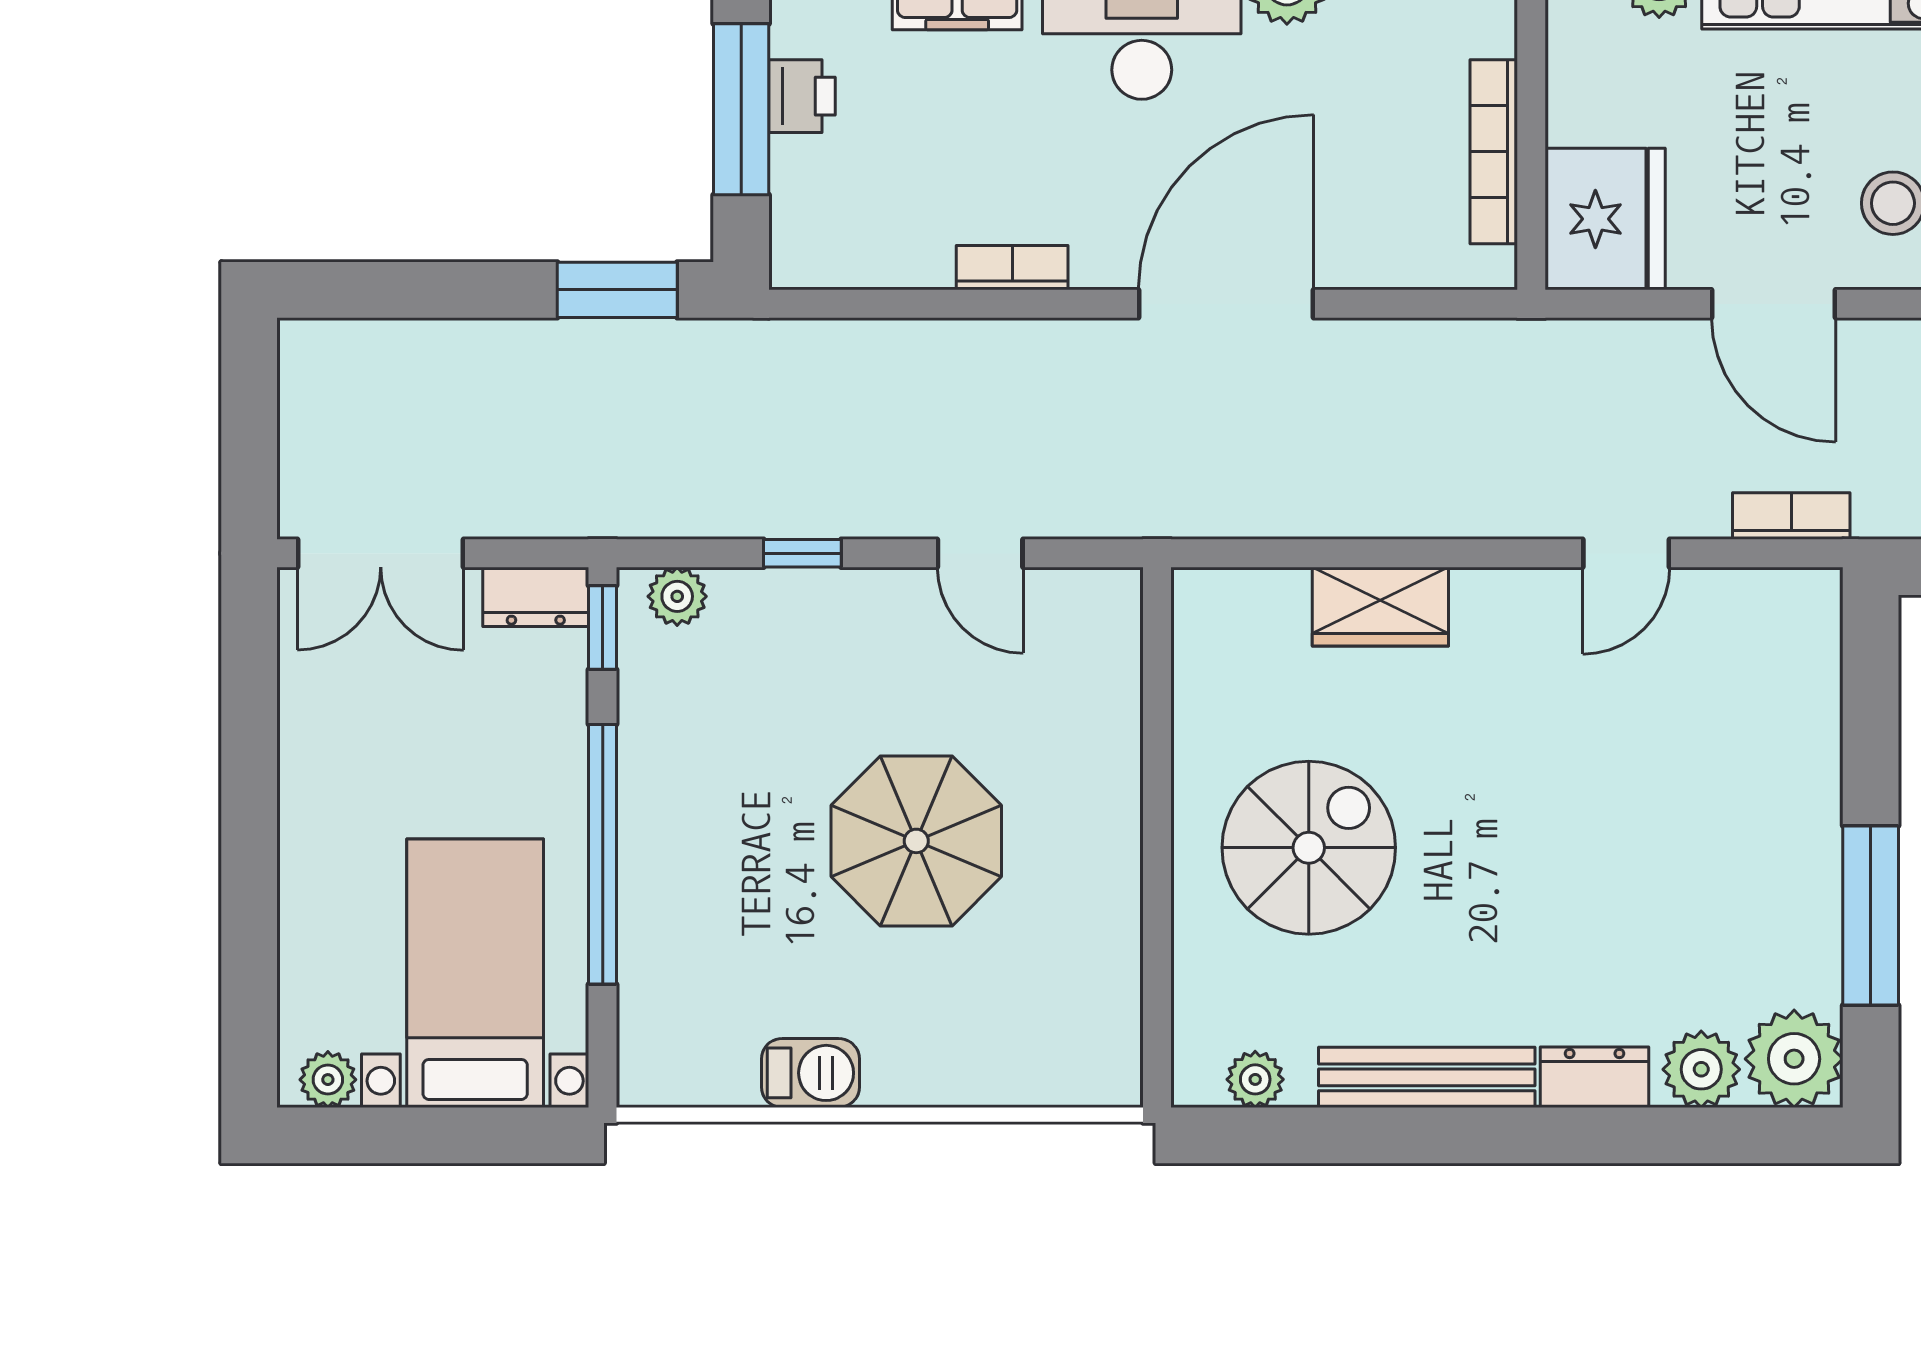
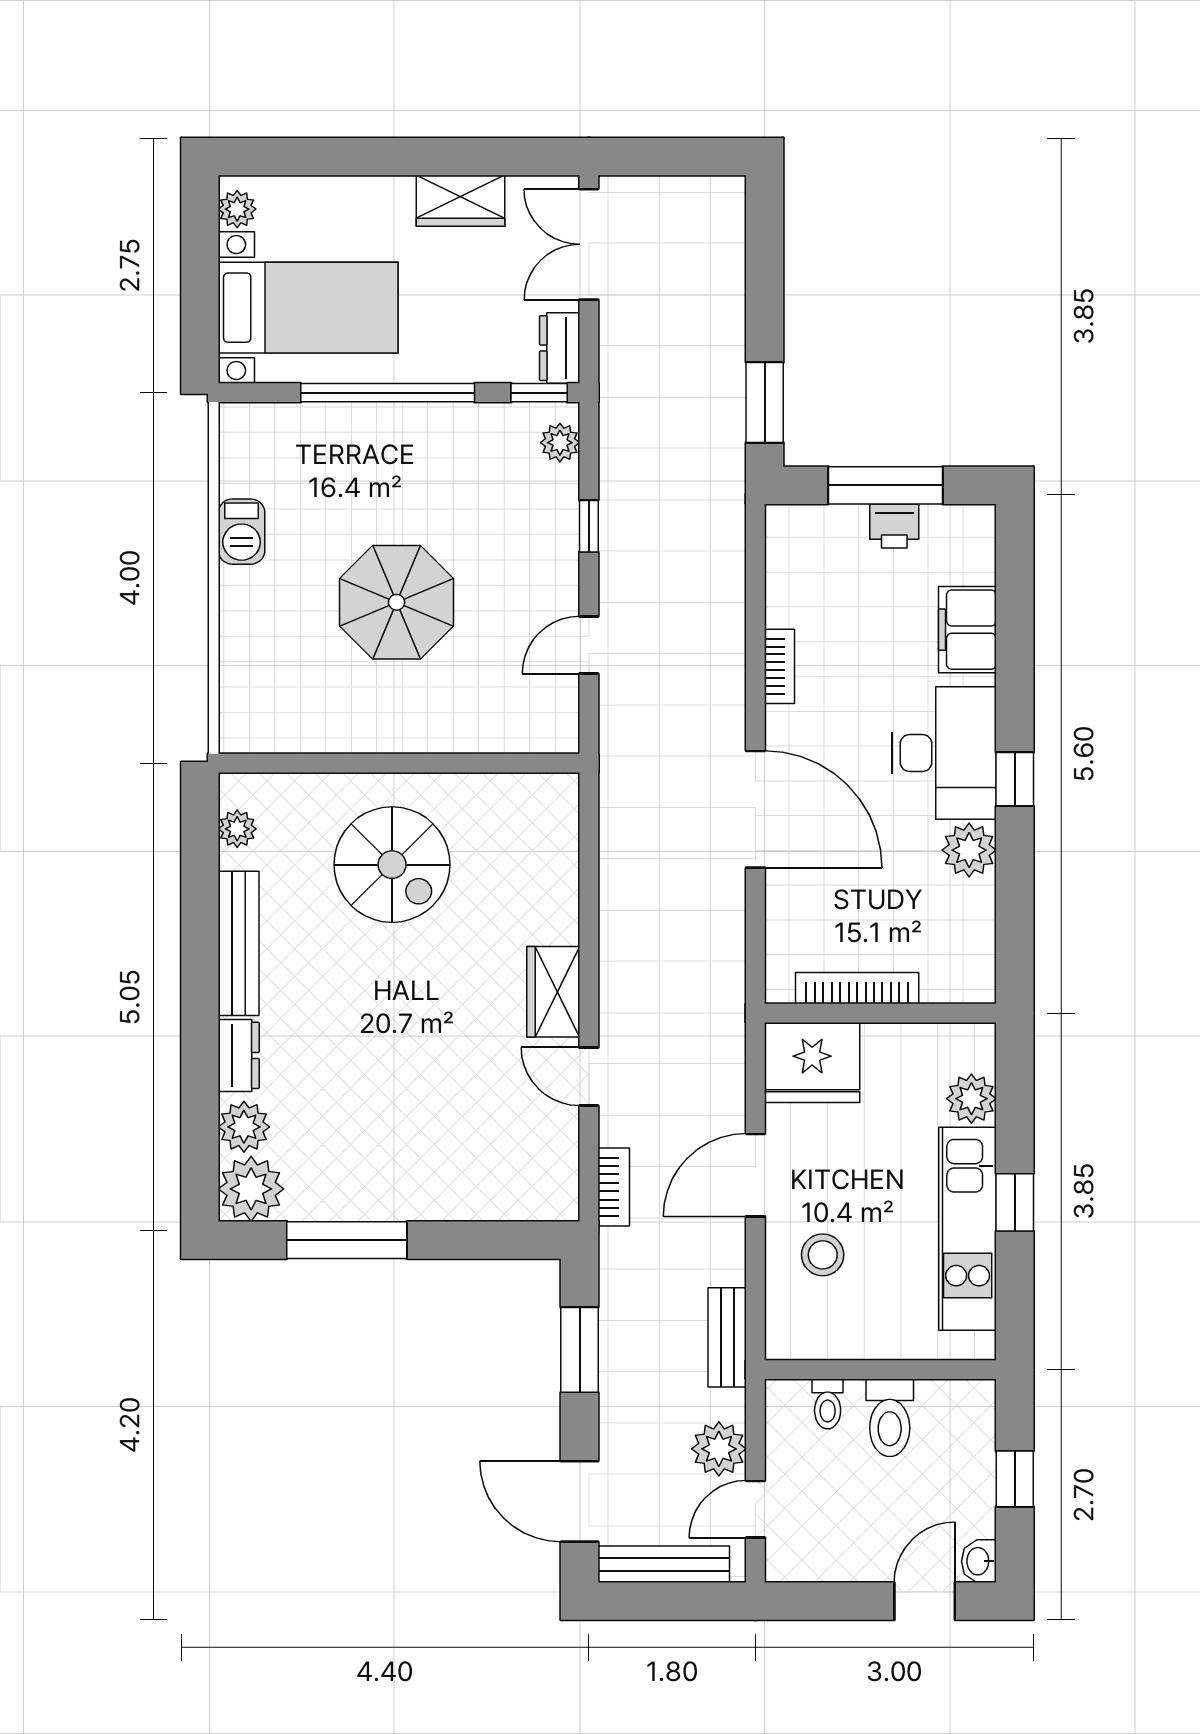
wardrobe: (1380, 607) -> (553, 992), moved
wardrobe: (315, 745) -> (460, 201), added

